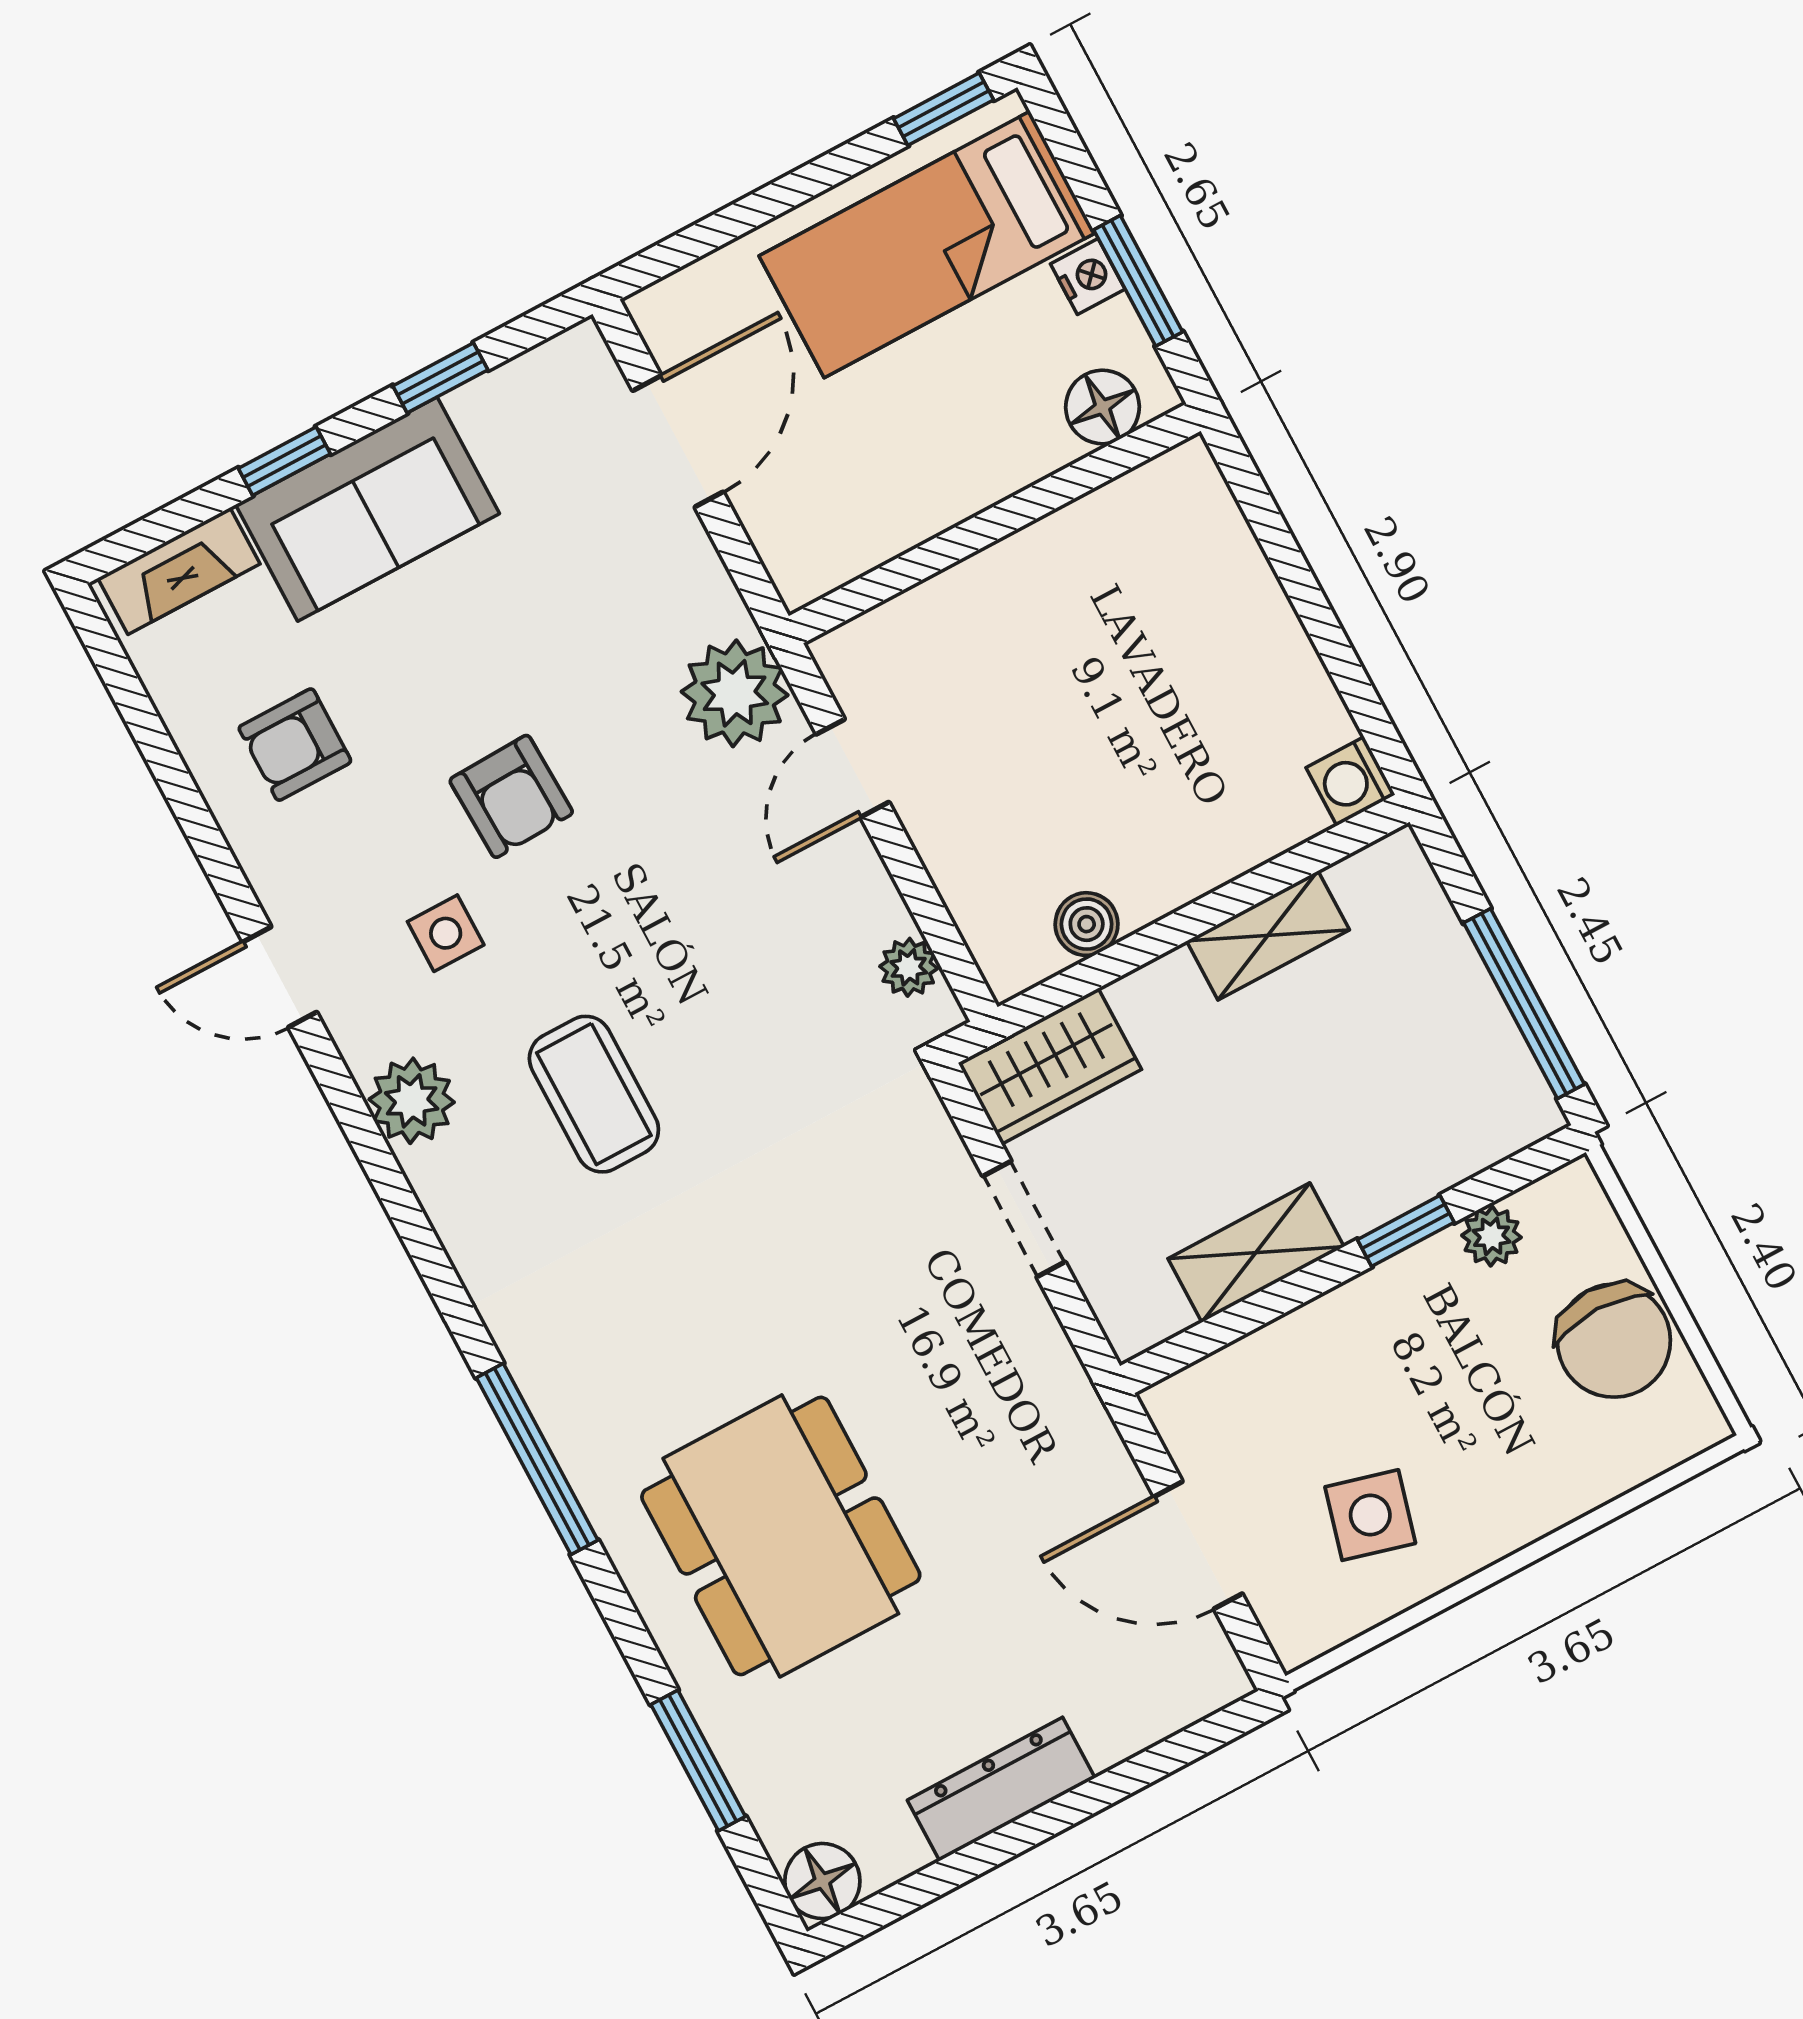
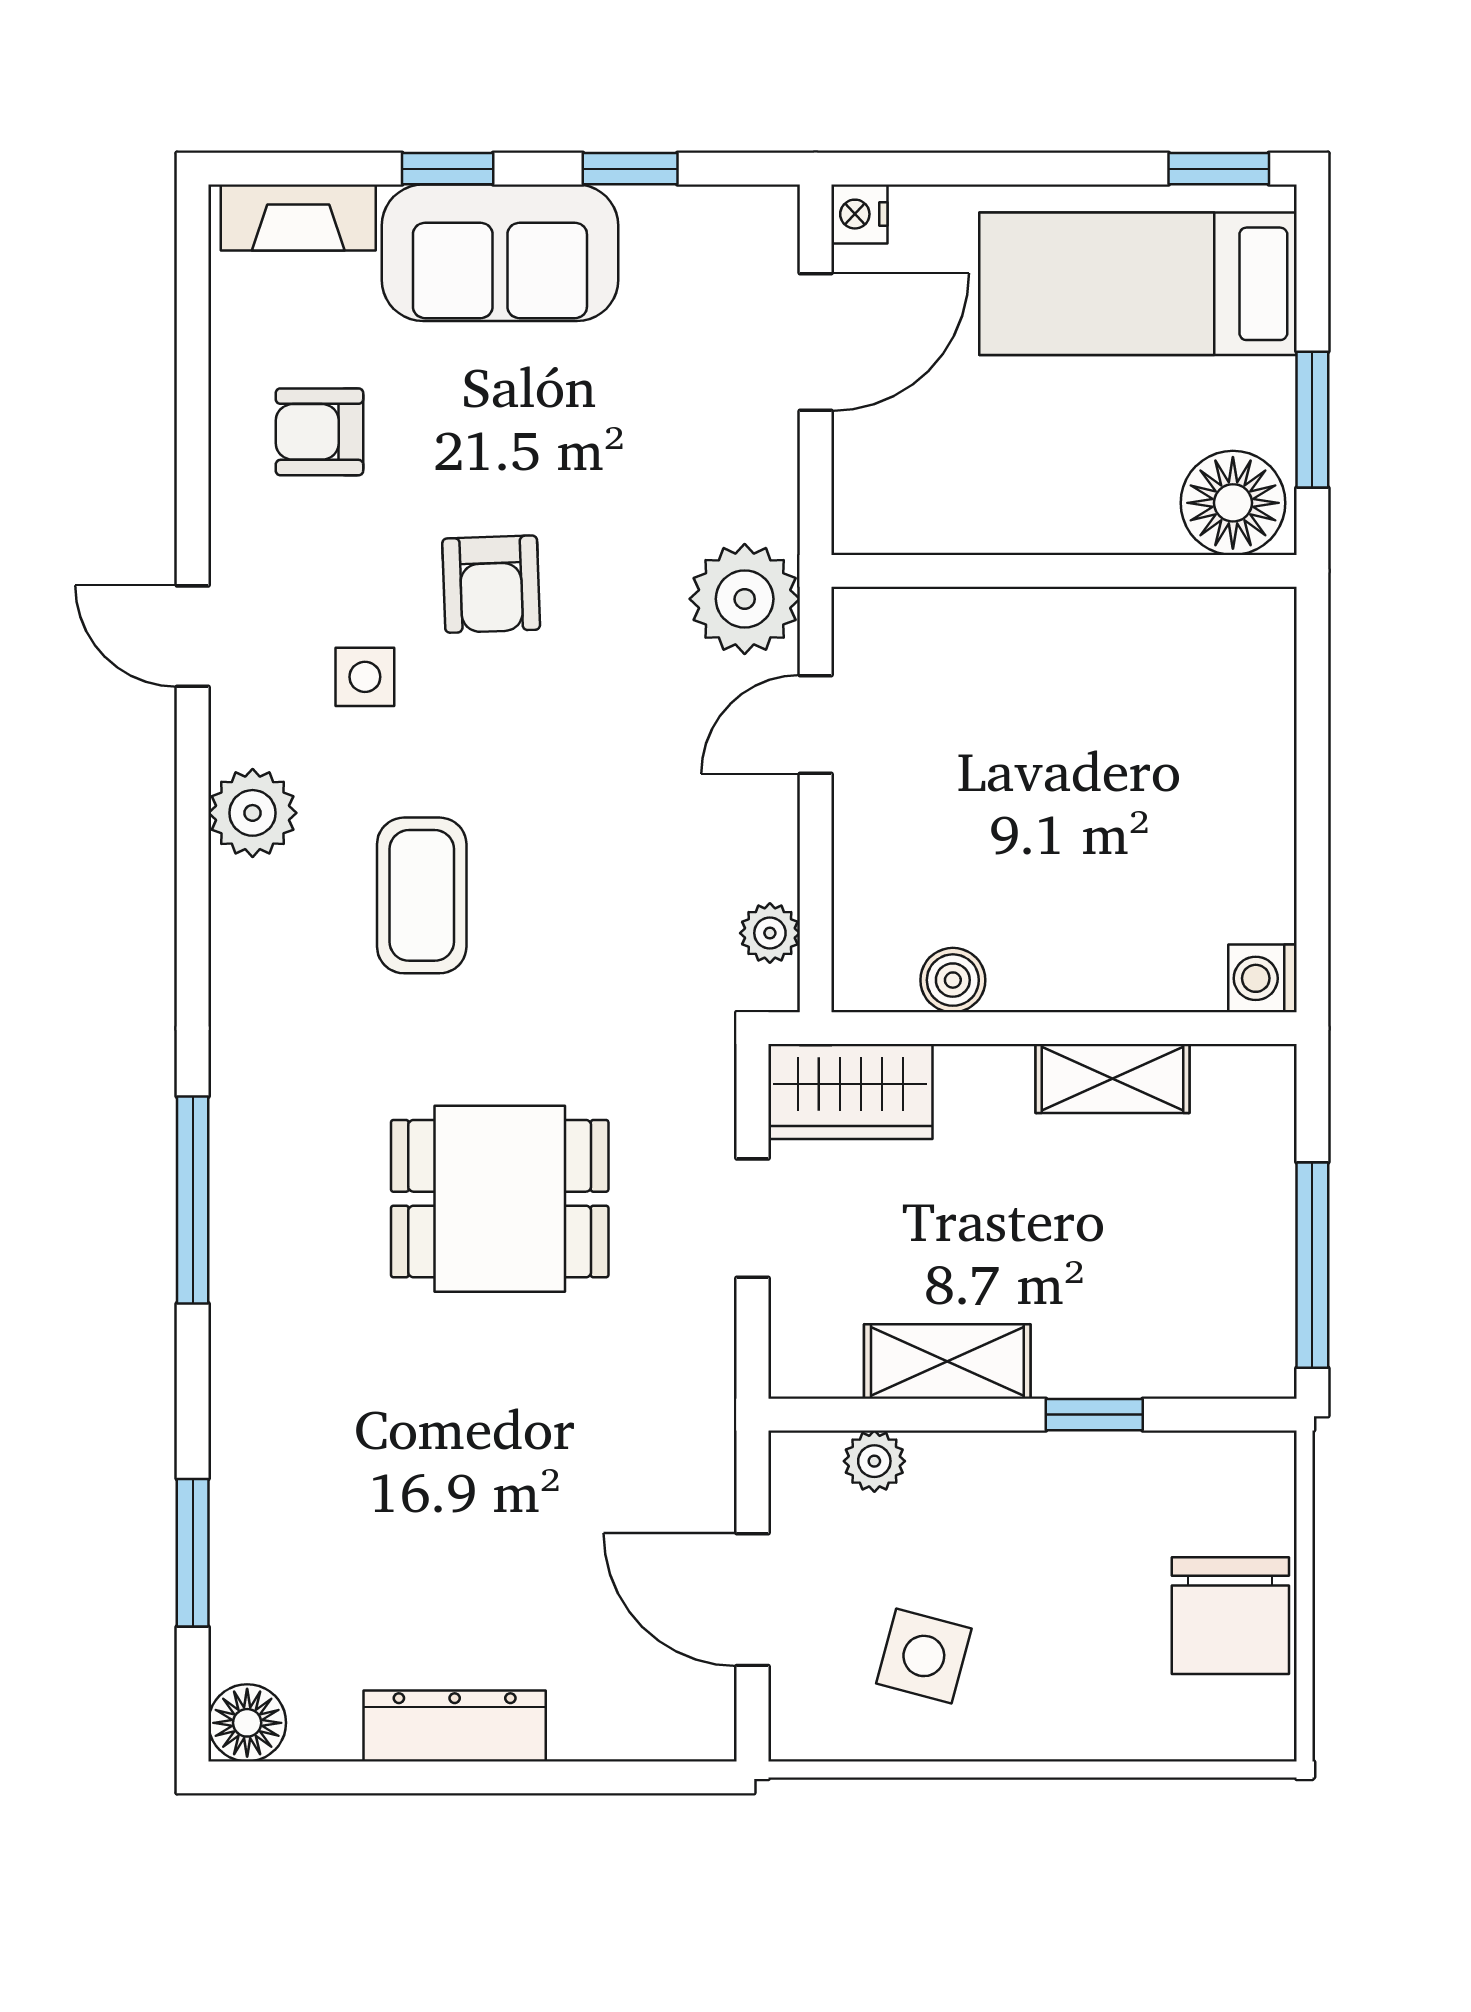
nightstand: (1088, 276) -> (859, 214), moved, turned 180
floor lamp: (1103, 407) -> (1233, 503), width x1.38, depth x1.38
plant: (1492, 1236) -> (874, 1461), moved
dining table: (781, 1536) -> (500, 1199), moved, width x0.73

